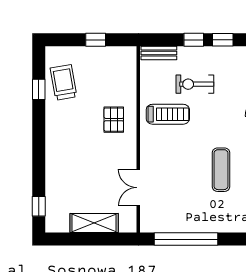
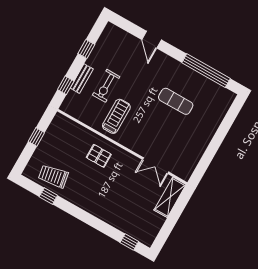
window: (194, 40) -> (66, 85), moved
bench: (159, 53) -> (82, 79), moved
shelving: (94, 223) -> (170, 197), moved
window: (186, 239) -> (210, 153), removed

